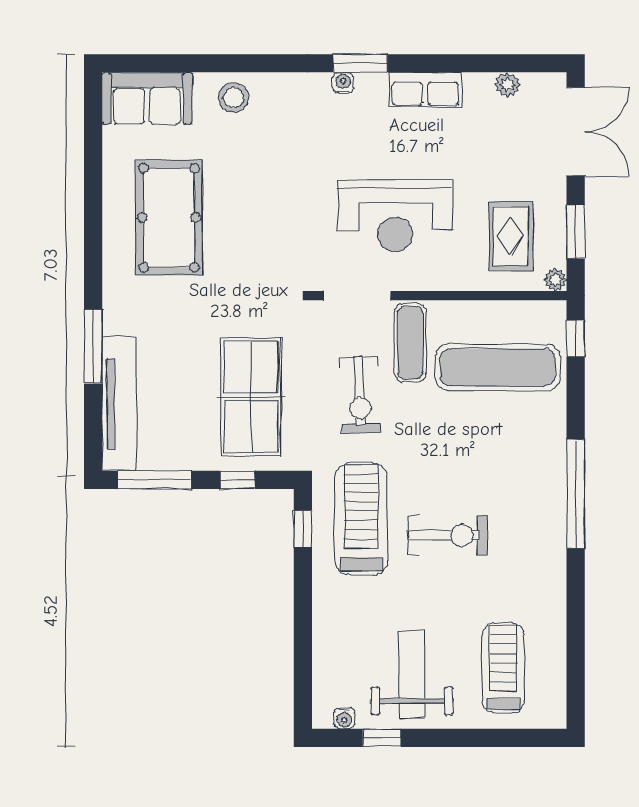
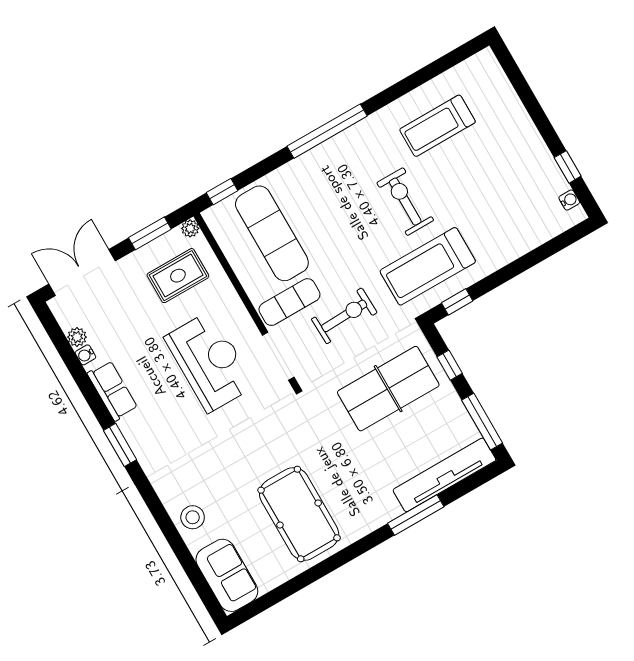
water cooler: (343, 83) -> (85, 355), moved
pool table: (169, 218) -> (299, 514), turned 90
treadmill: (503, 668) -> (438, 126), moved
weight bench: (412, 675) -> (513, 171), removed

